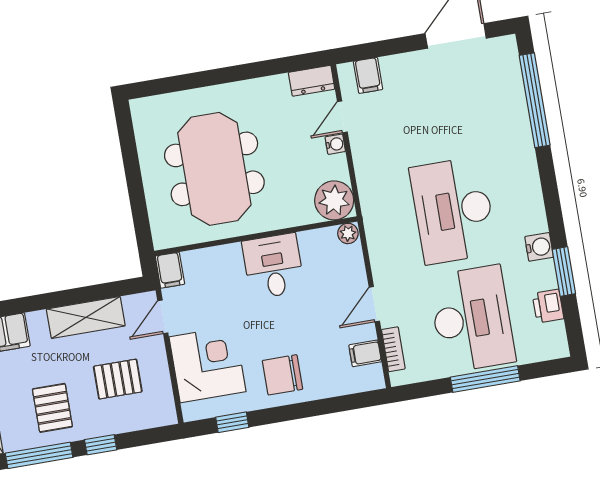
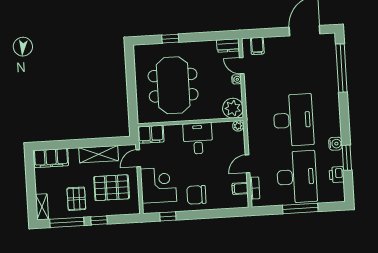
window: (199, 80) -> (170, 39), added
door: (342, 117) -> (242, 66), hinge flipped
desk: (453, 210) -> (293, 120), turned 180
filing cabinet: (170, 270) -> (151, 134), width x2.00
pallet: (118, 379) -> (112, 188), width x1.50, depth x1.42

